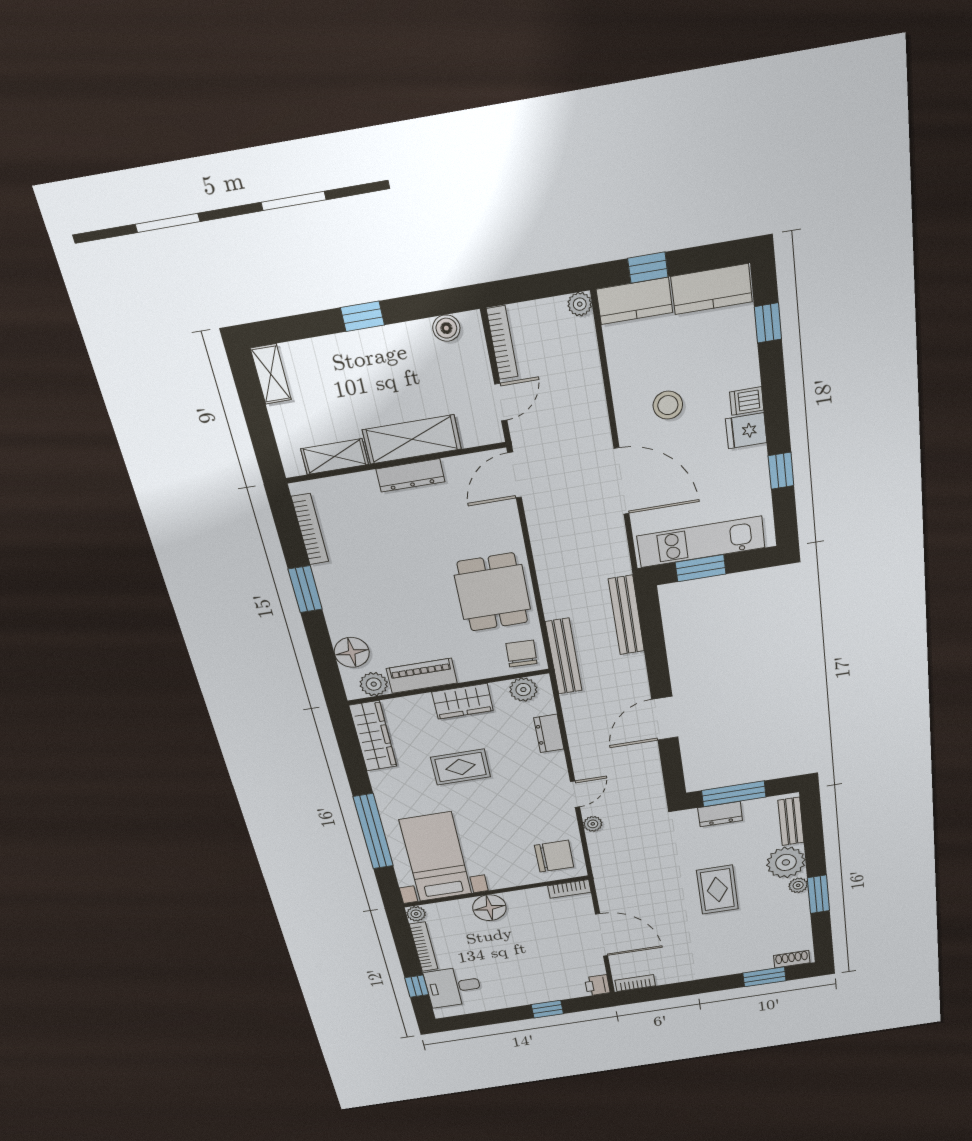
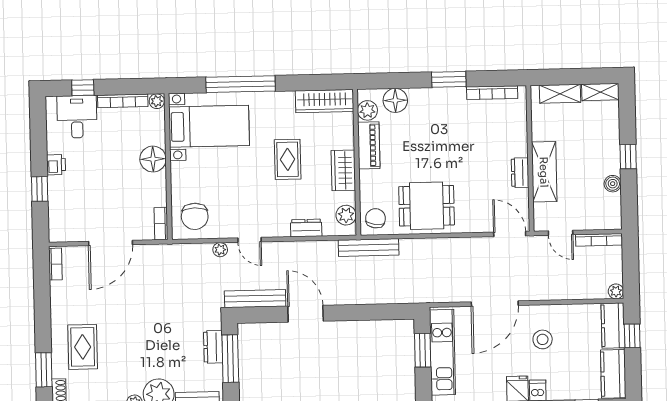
boiler: (446, 328) -> (613, 184), moved
shelving: (335, 457) -> (560, 94), moved, turned 90
dresser: (410, 475) -> (520, 173), width x0.70
bench: (626, 615) -> (255, 299), moved
chair: (522, 654) -> (375, 218), turned -83
rug: (717, 890) -> (83, 347), moved, turned 90
printer: (597, 985) -> (56, 165), moved, turned 90

